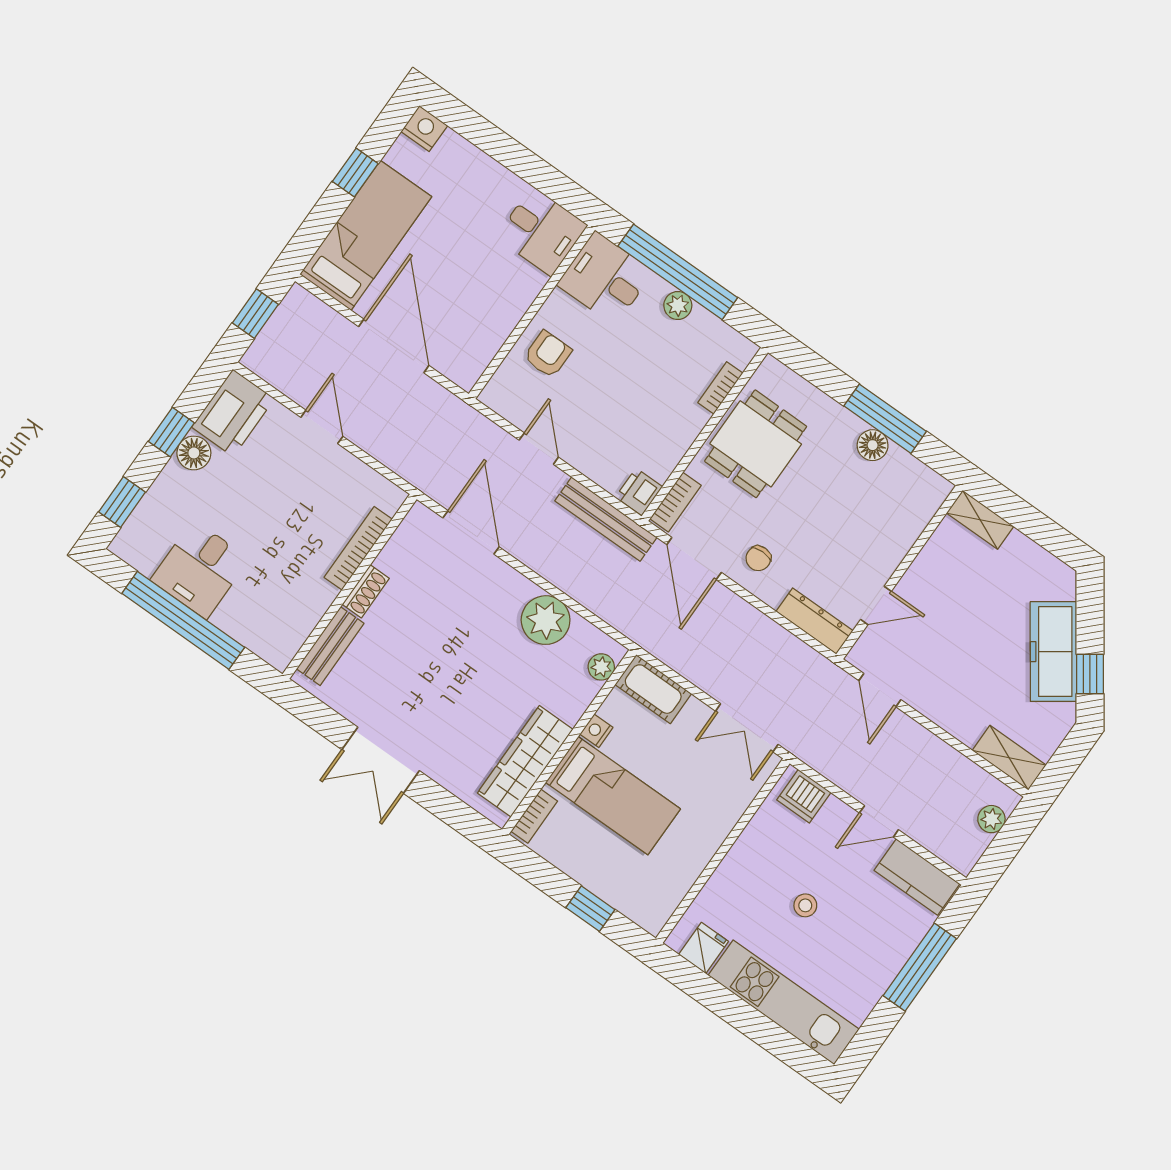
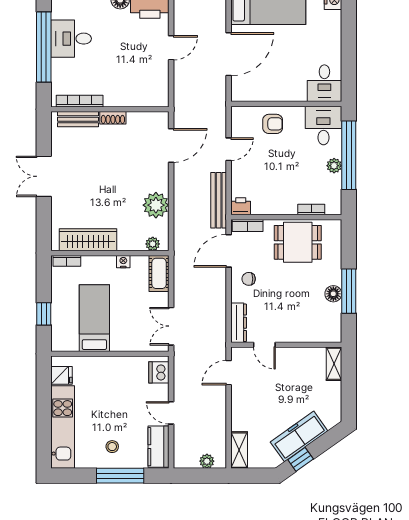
bookcase: (358, 548) -> (80, 101), moved
bed: (613, 796) -> (94, 318), moved, turned 180
stool: (805, 905) -> (112, 447), moved

